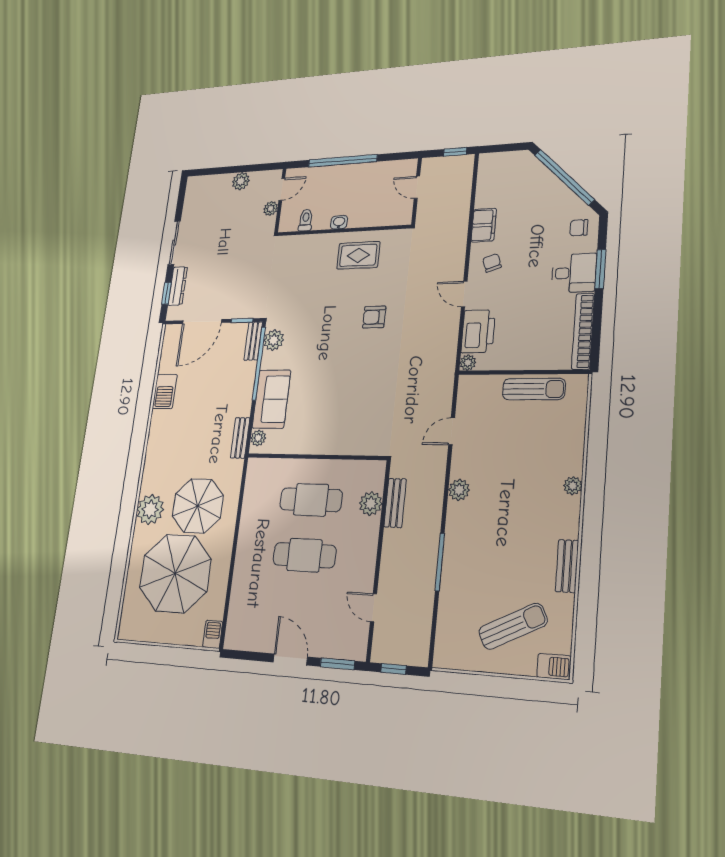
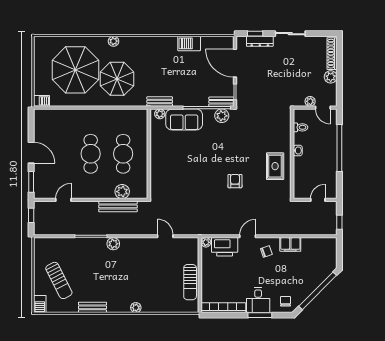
shoe rack: (210, 182) -> (332, 54), added
plant: (459, 490) -> (113, 244), moved
bench: (395, 503) -> (118, 206), width x1.36
plant: (150, 509) -> (114, 41), width x0.53, depth x0.53
door: (290, 660) -> (31, 153), hinge flipped

